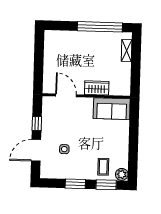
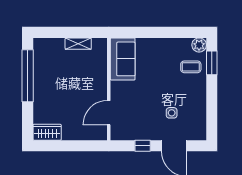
shelving: (127, 51) -> (78, 44), moved
wardrobe: (97, 88) -> (47, 132), moved, turned 90
window: (75, 184) -> (212, 99), removed

